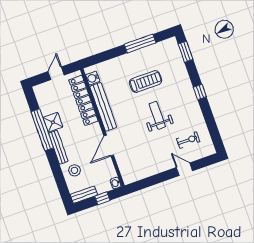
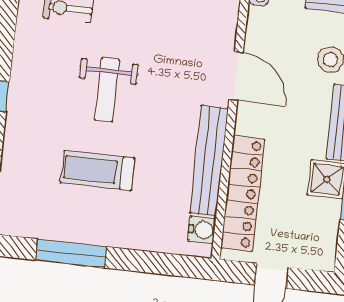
door: (109, 146) -> (236, 76), hinge flipped

